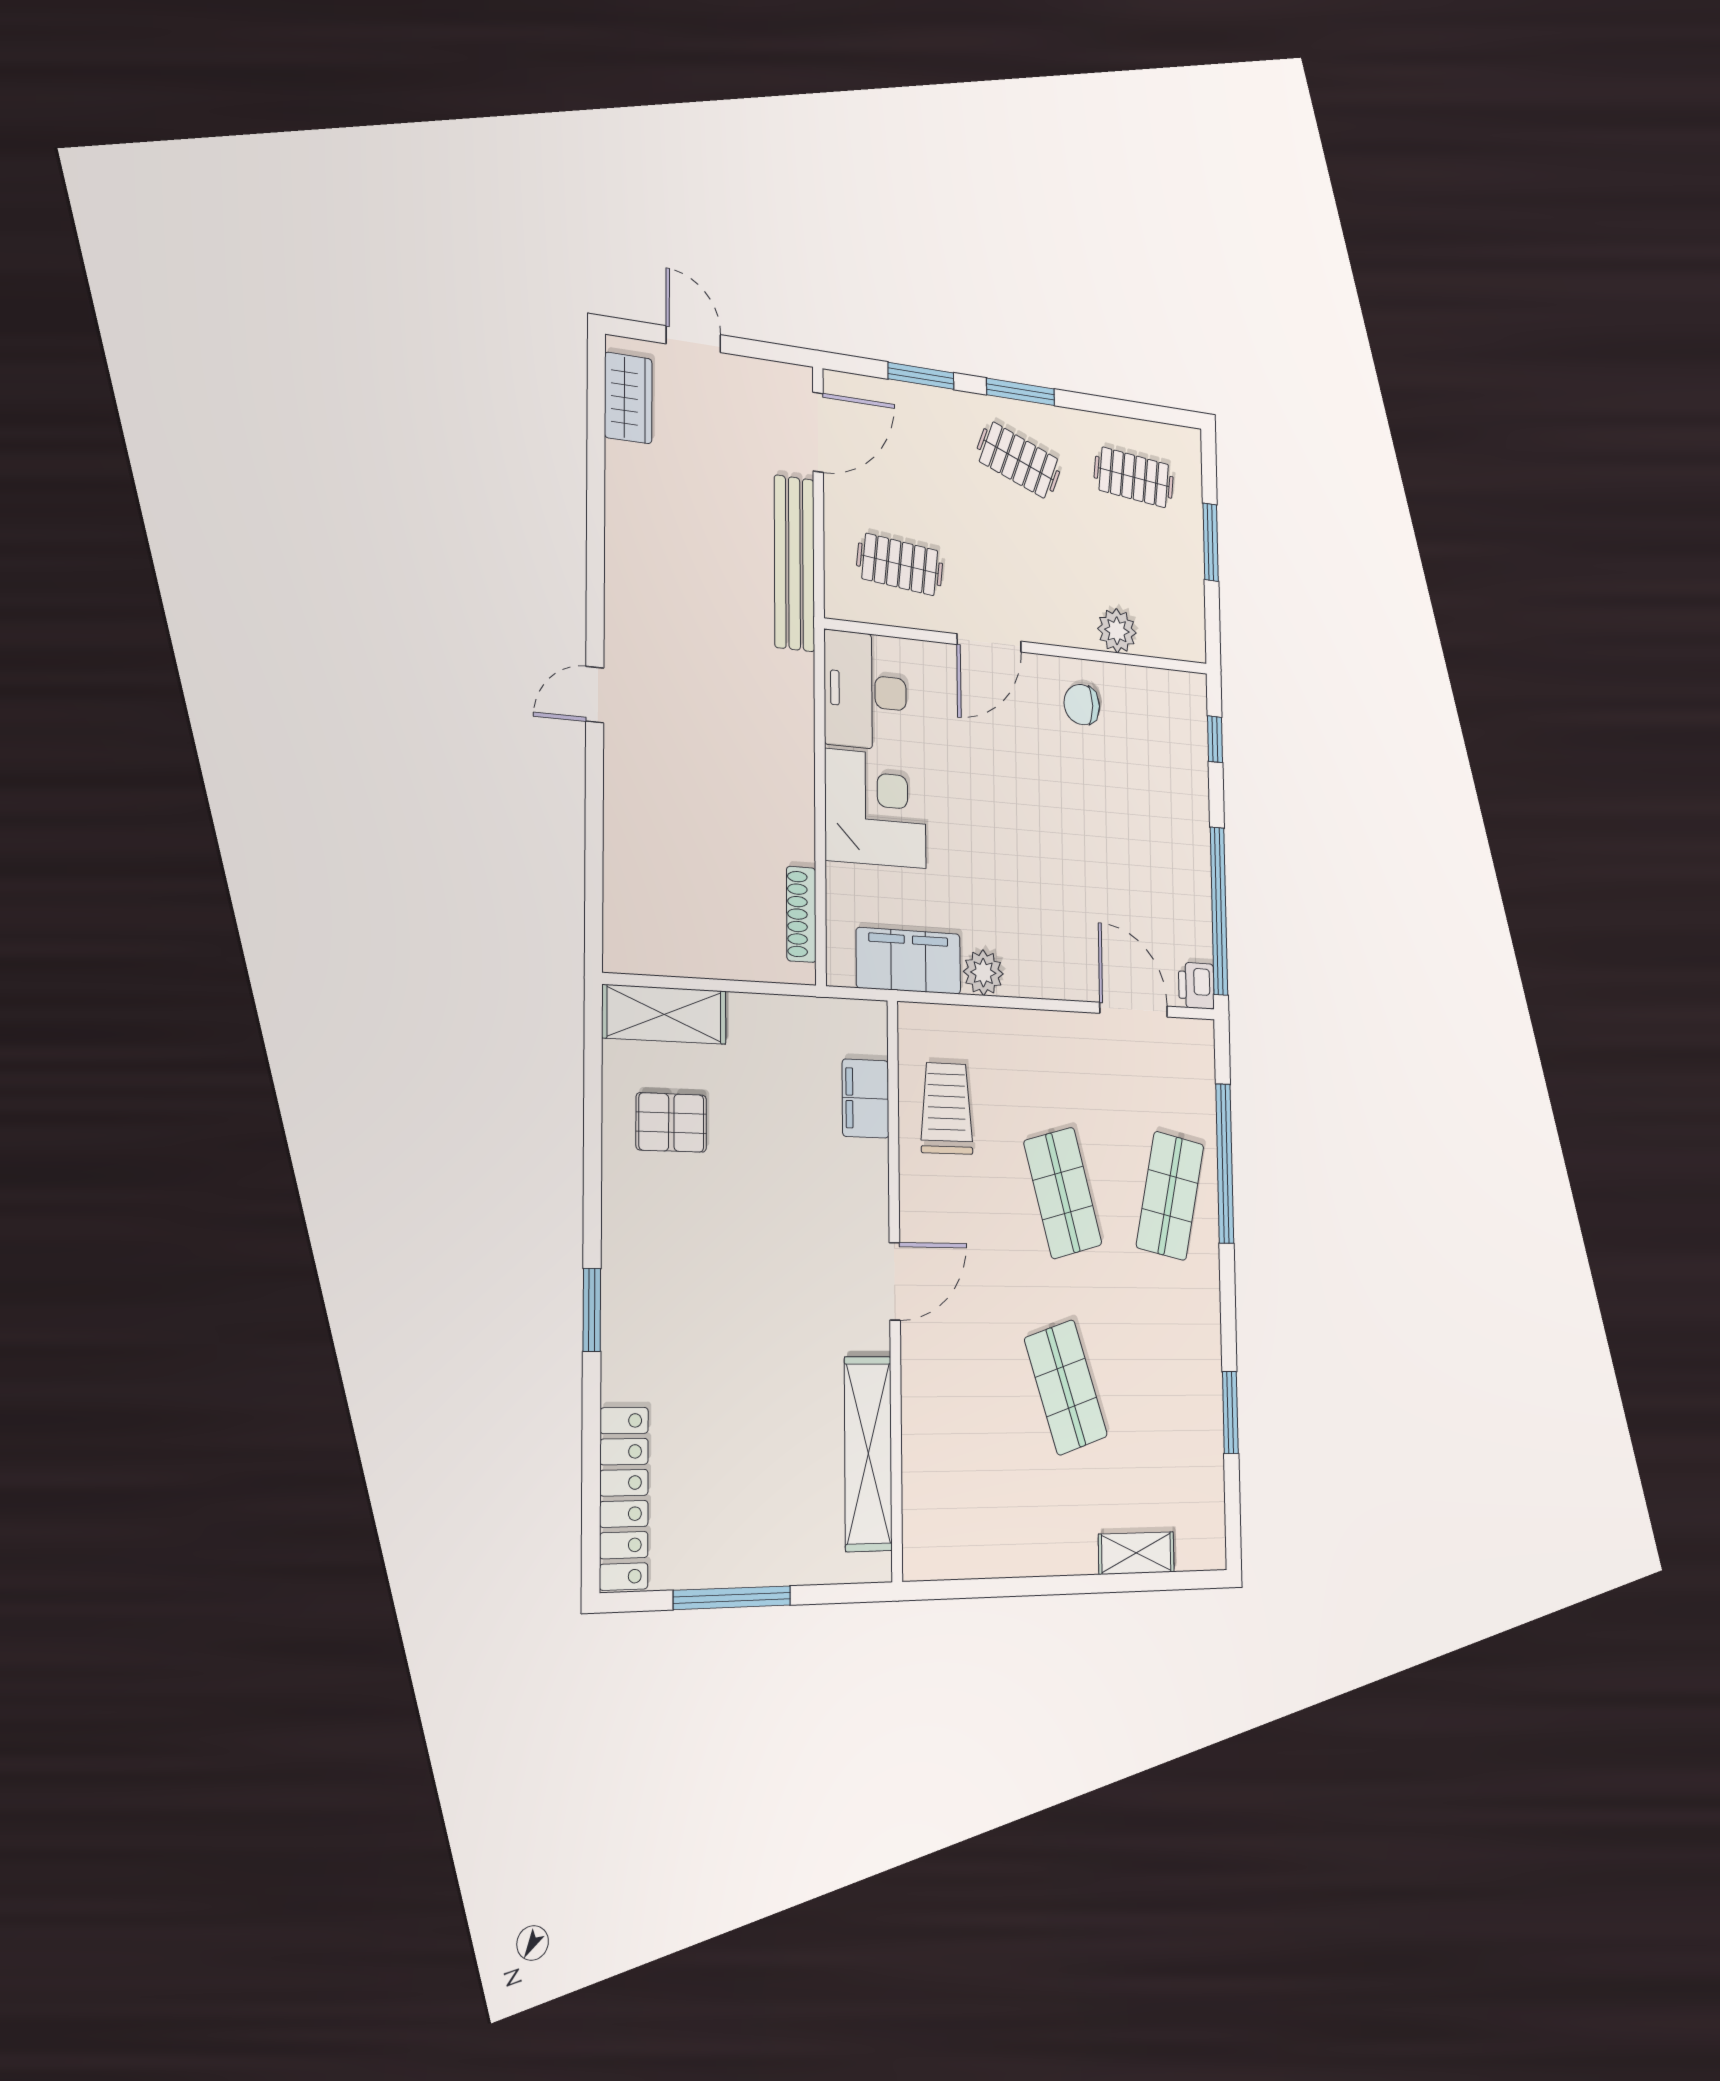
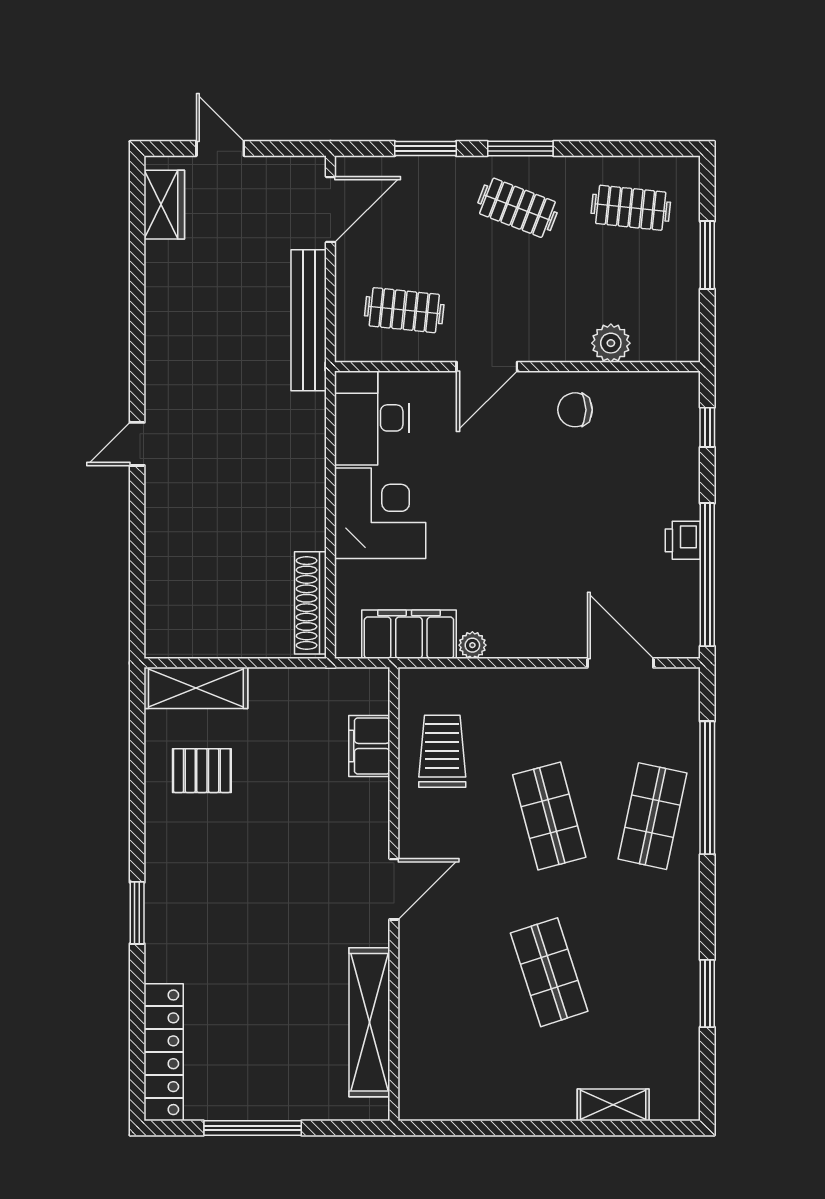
shoe rack: (801, 914) -> (310, 603), width x1.36, depth x1.24
plant: (983, 973) -> (472, 645), width x0.73, depth x0.73
printer: (1196, 986) -> (683, 540), moved

